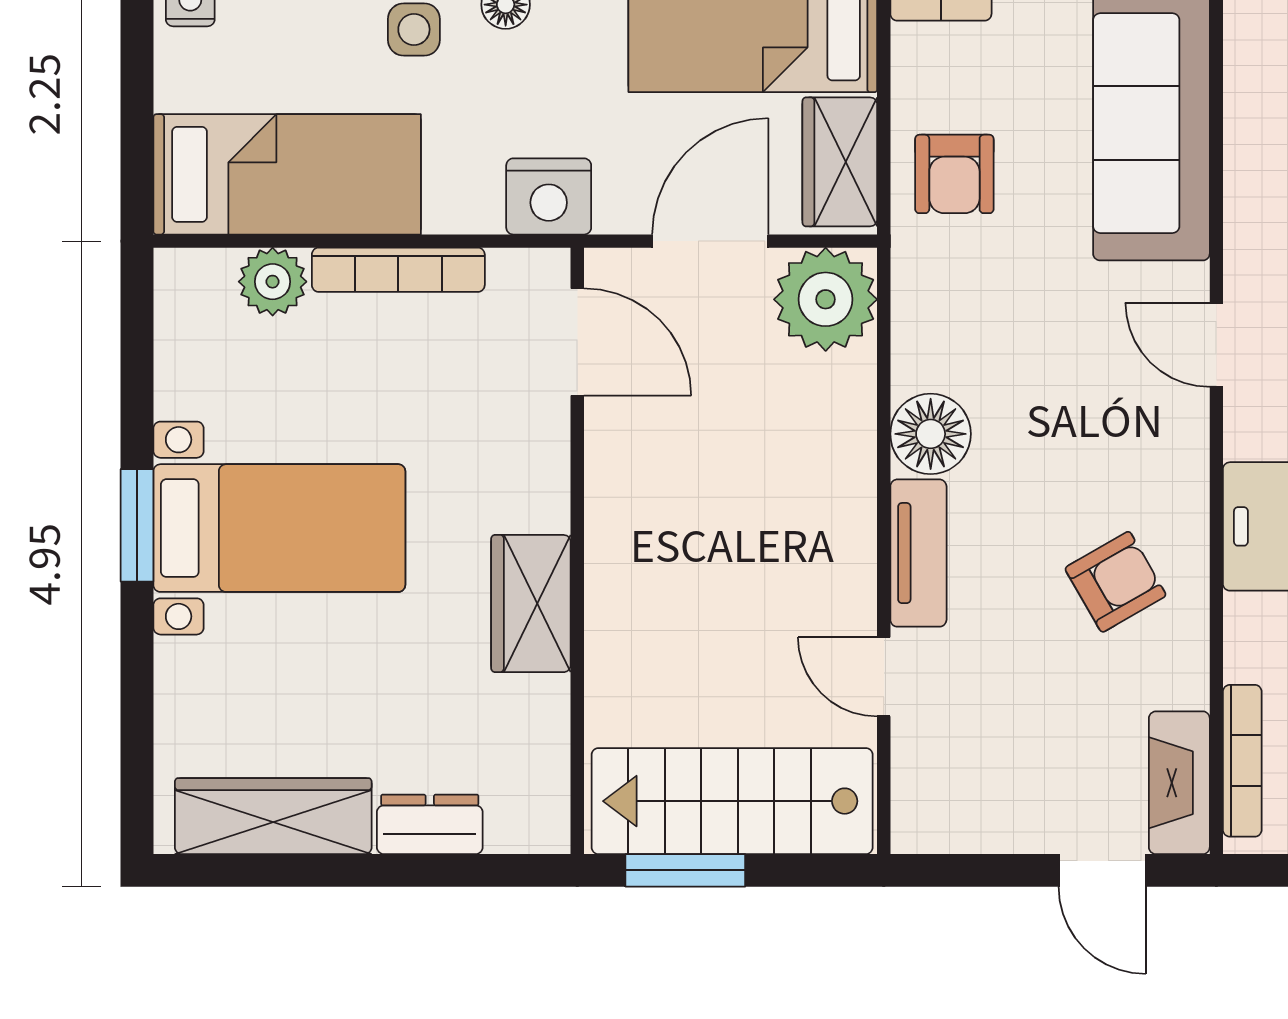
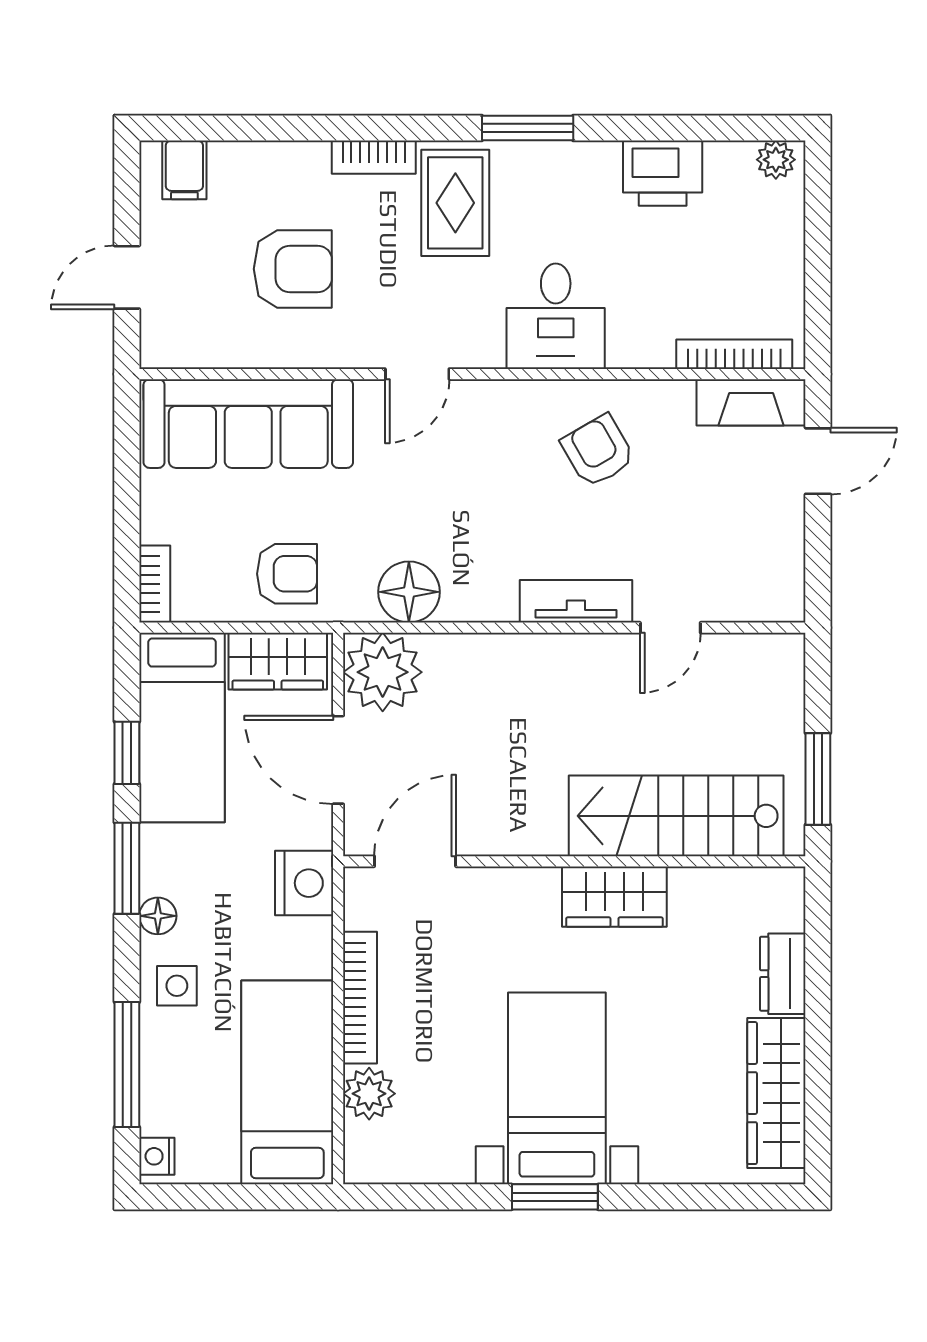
floor lamp: (931, 434) -> (409, 592), moved
stairs: (732, 801) -> (676, 816), moved, turned 90

